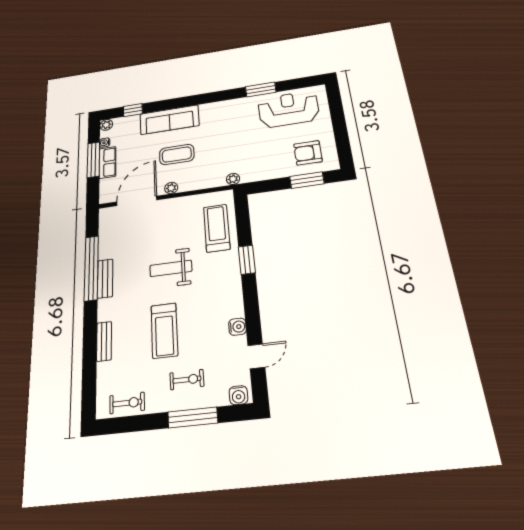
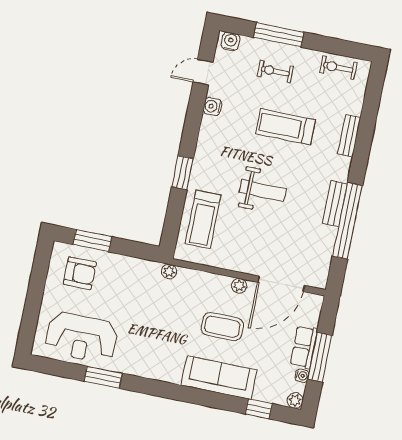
treadmill: (164, 330) -> (285, 127), turned -90

